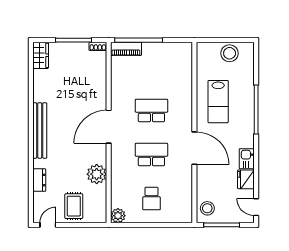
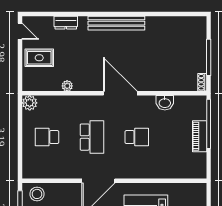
piano: (126, 49) -> (200, 136), moved
wardrobe: (41, 55) -> (193, 24), removed
washbasin: (118, 83) -> (165, 103), added
school desk: (151, 110) -> (137, 137), width x0.54
plant: (97, 174) -> (67, 86), width x0.53, depth x0.53

